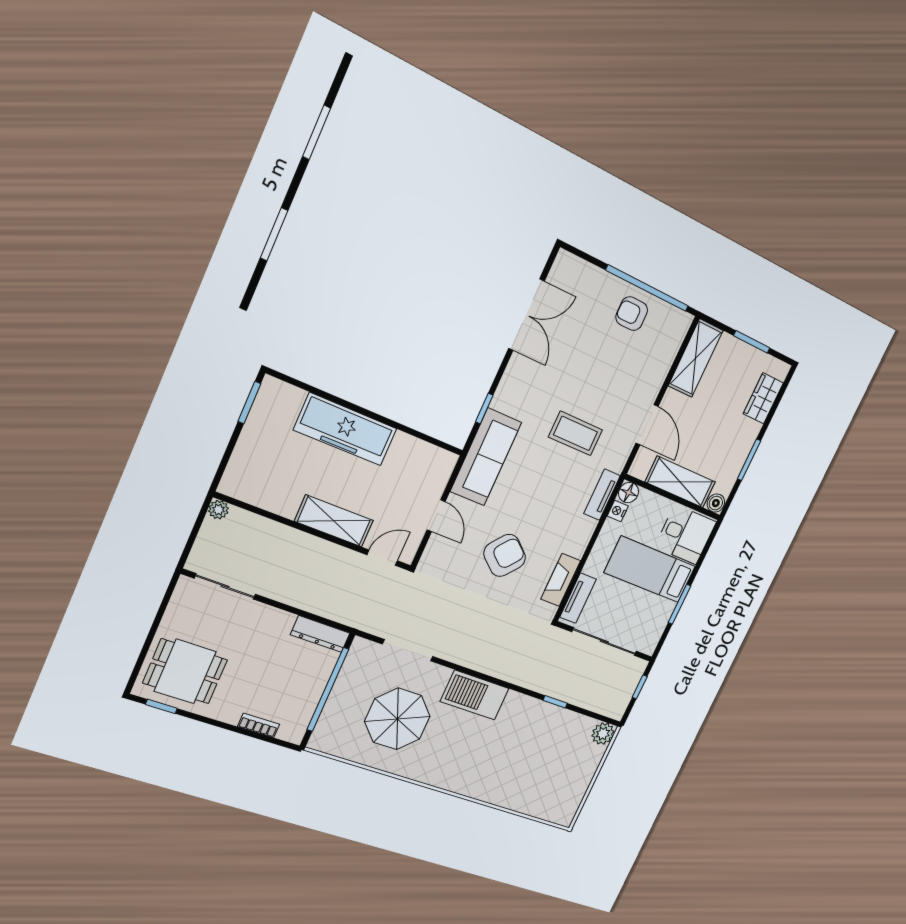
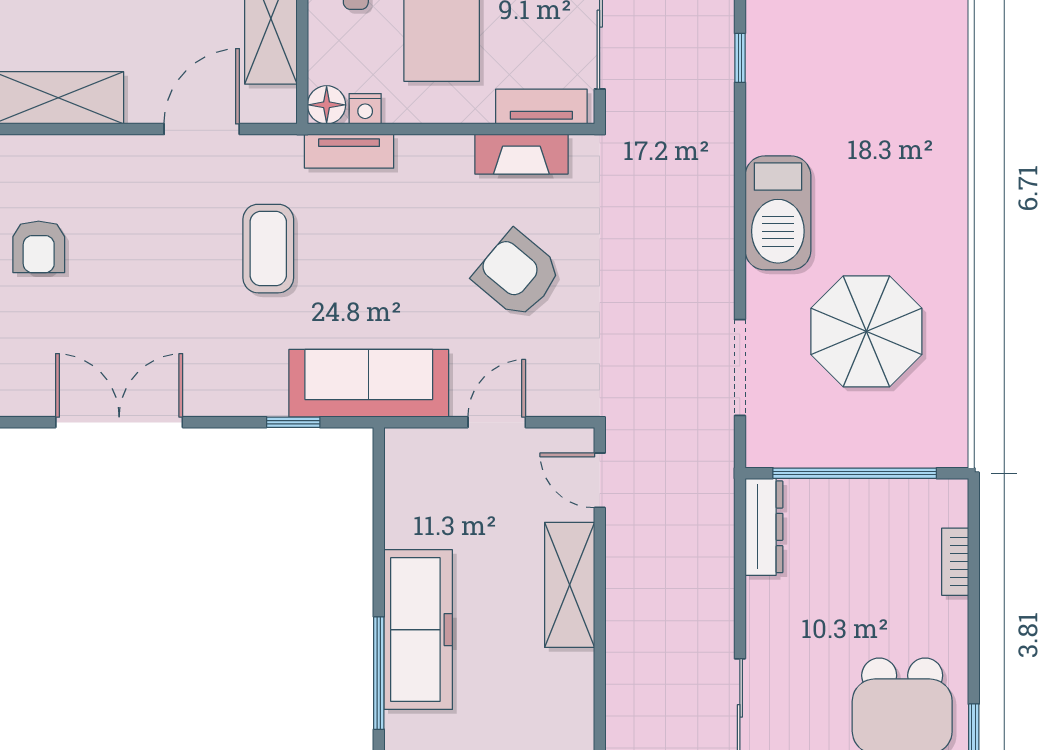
window: (331, 398) -> (379, 673), added

